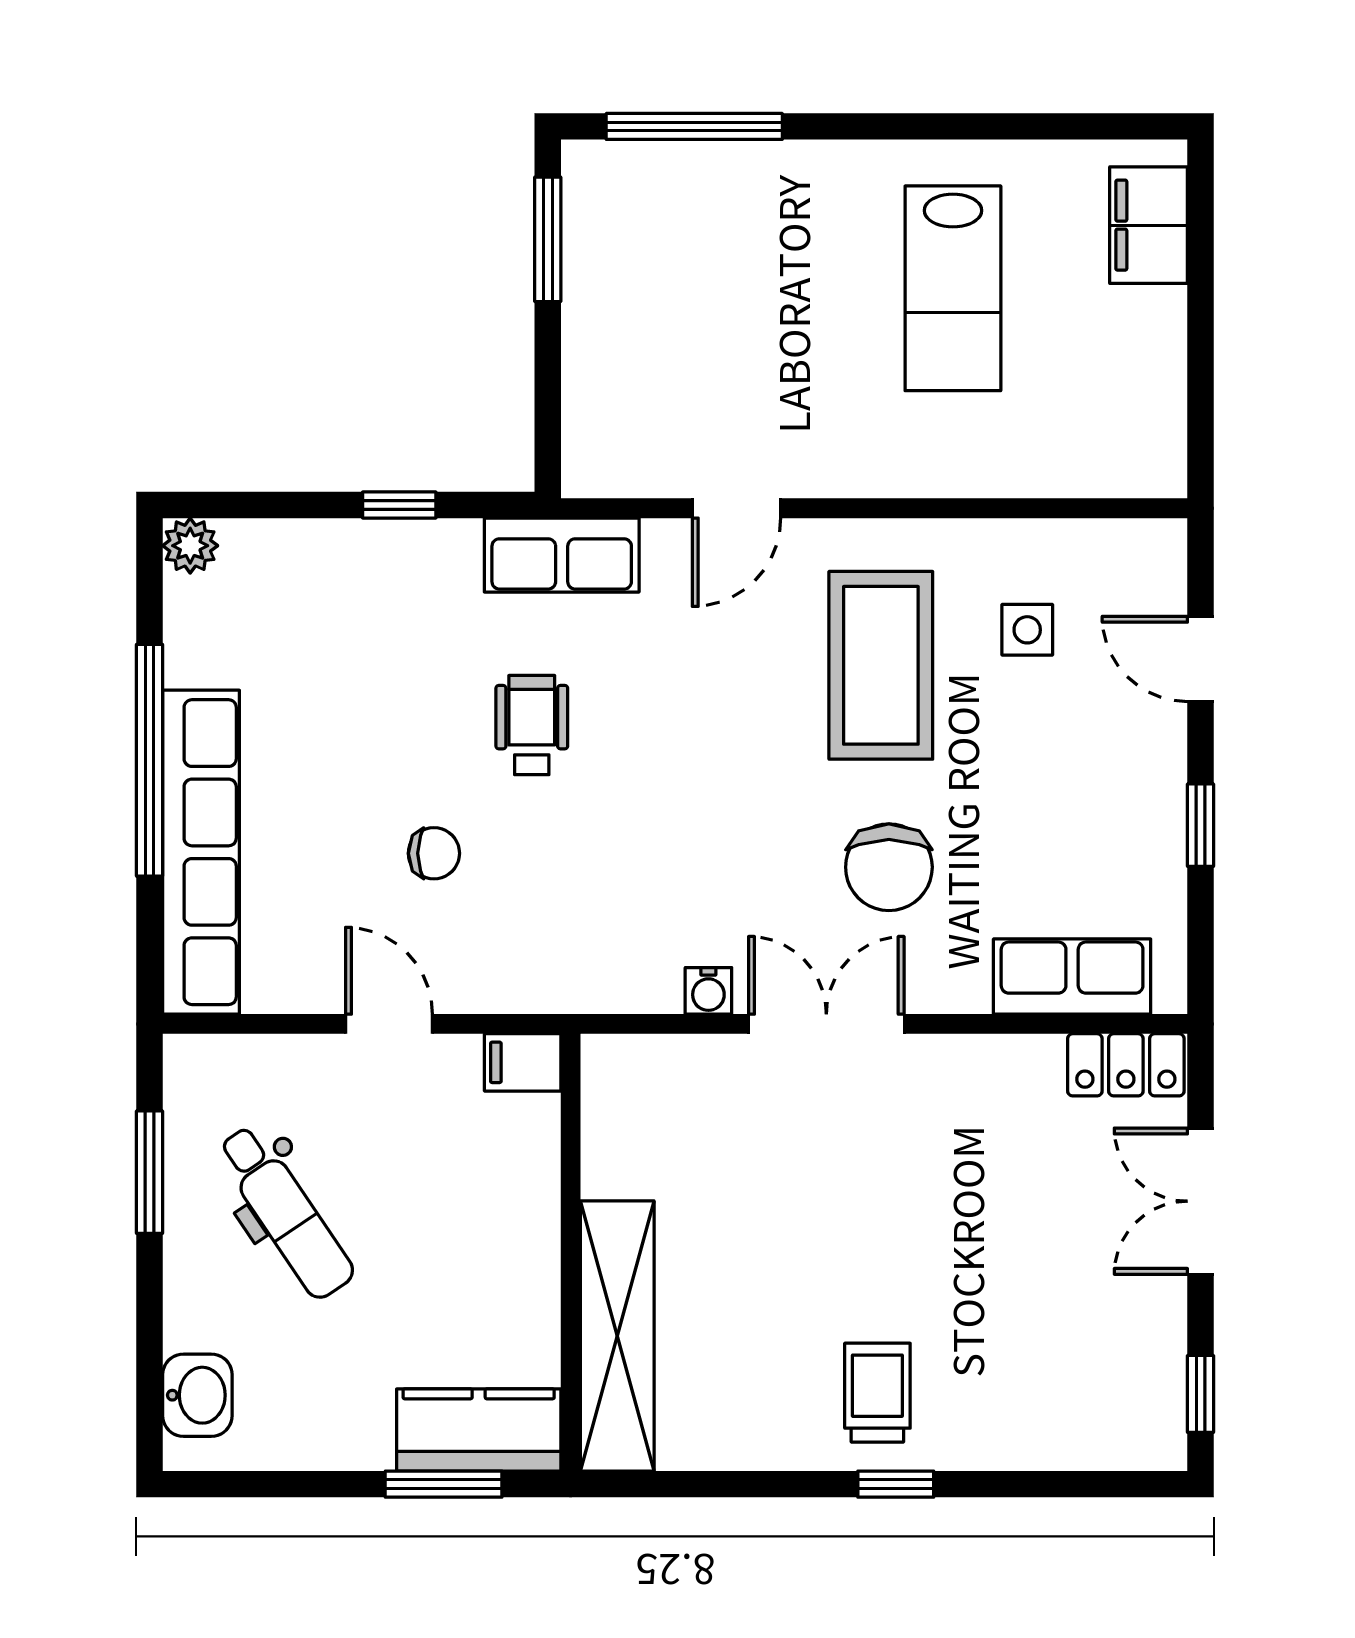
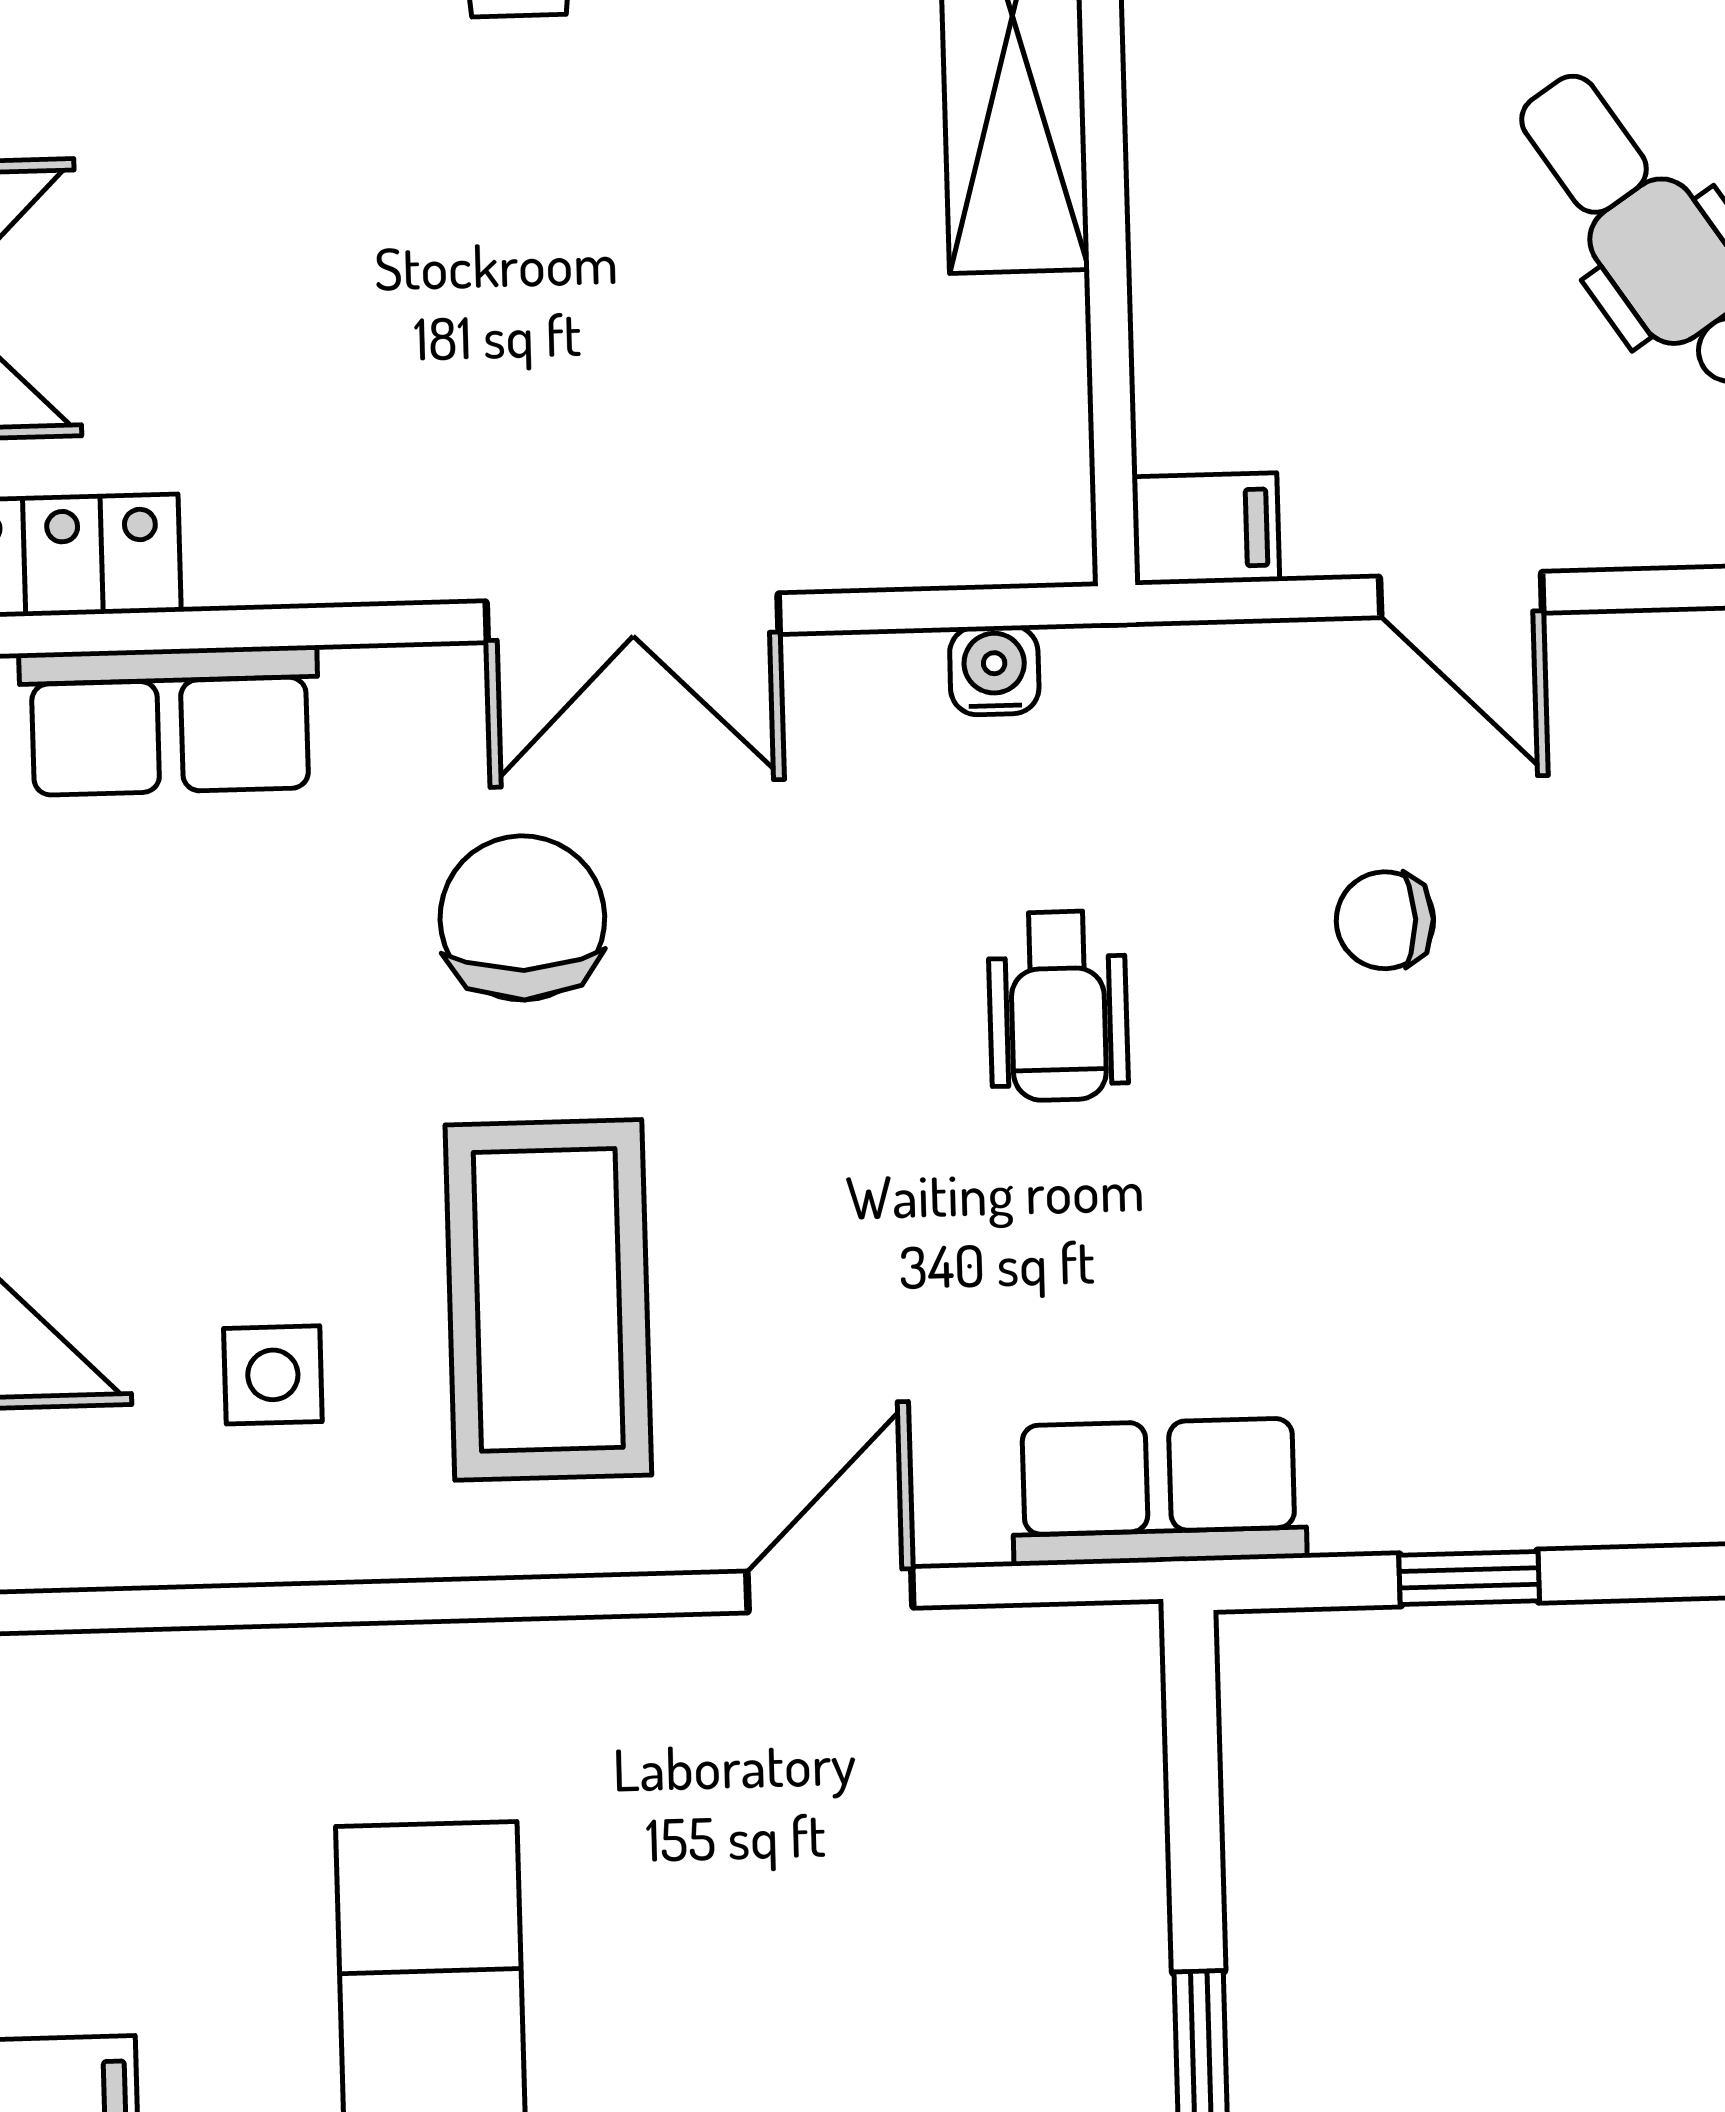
wheelchair: (532, 725) -> (1058, 1006), moved
water cooler: (708, 991) -> (994, 670), moved

